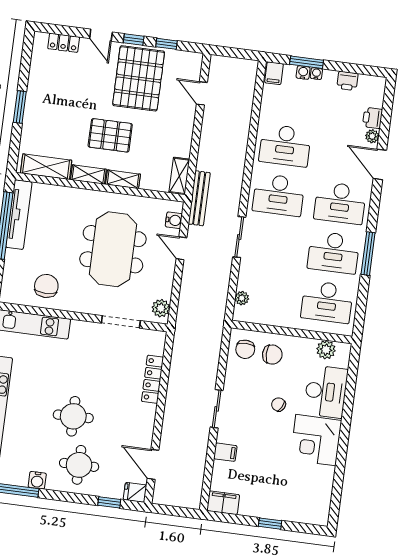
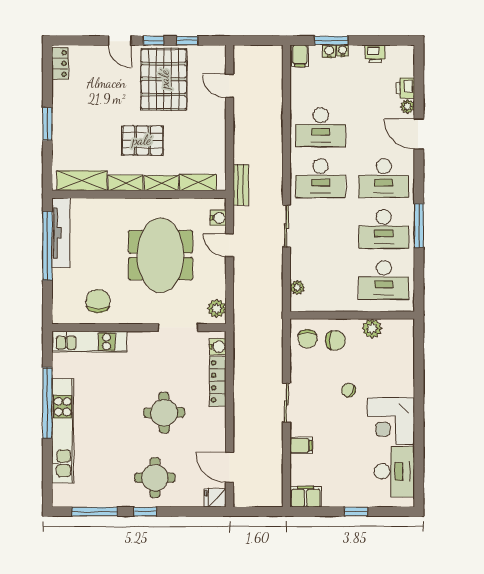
locker: (64, 43) -> (60, 63), moved, turned -90
shelving: (179, 176) -> (198, 182), moved, turned 90
bench: (199, 198) -> (241, 185), width x0.73
plant: (326, 350) -> (372, 328), moved
desk: (326, 392) -> (394, 471), moved
round table: (73, 416) -> (164, 413), moved
water cooler: (37, 480) -> (218, 347), moved, turned -90
window: (109, 502) -> (145, 512), moved

